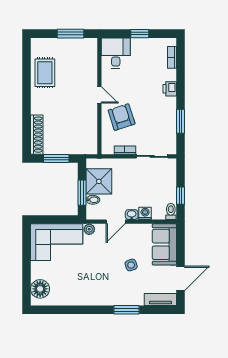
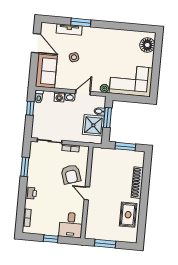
shoe rack: (37, 135) -> (137, 183), moved
door: (181, 278) -> (36, 43), swing flipped
tv unit: (160, 299) -> (69, 29), moved

